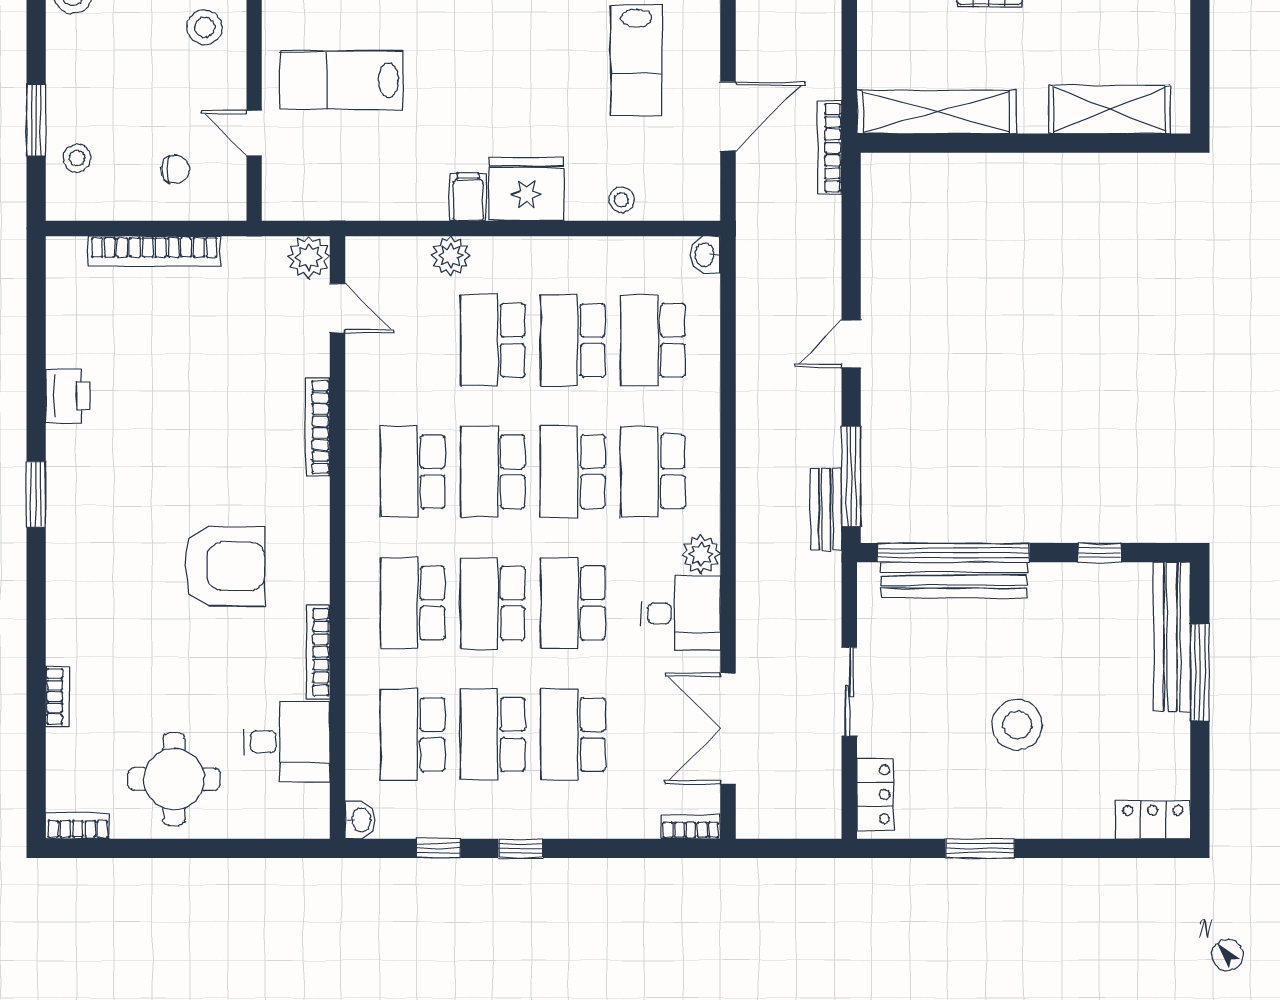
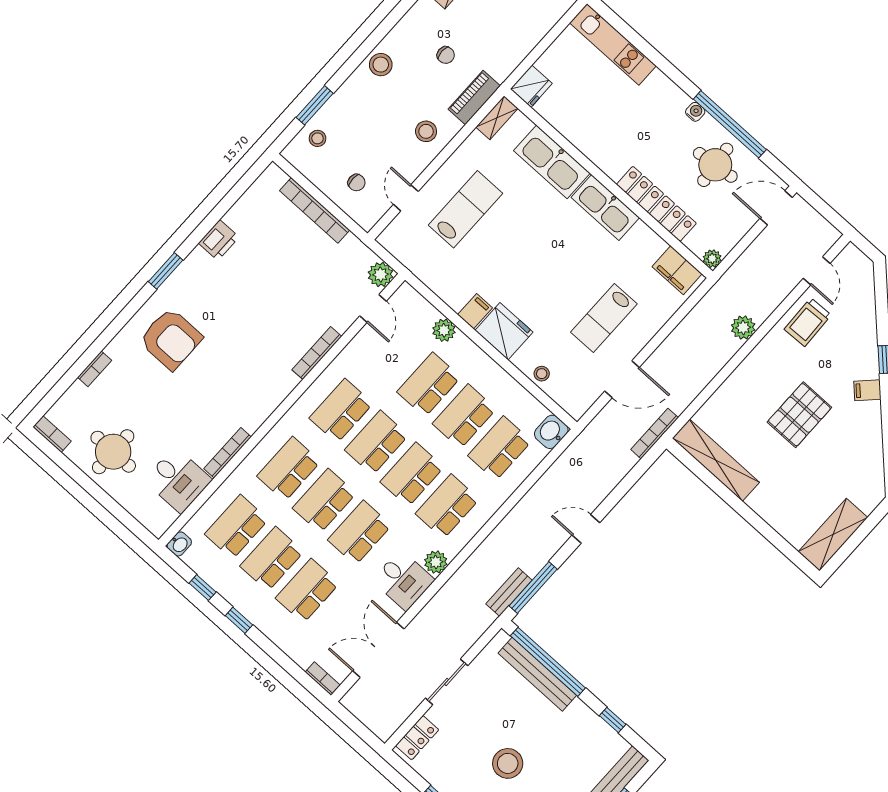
lab bench: (341, 80) -> (465, 209), turned 90
shelving: (1110, 109) -> (833, 535), moved, turned 90
washbasin: (705, 255) -> (551, 432), width x1.38, depth x1.45
armchair: (225, 566) -> (171, 339), moved

